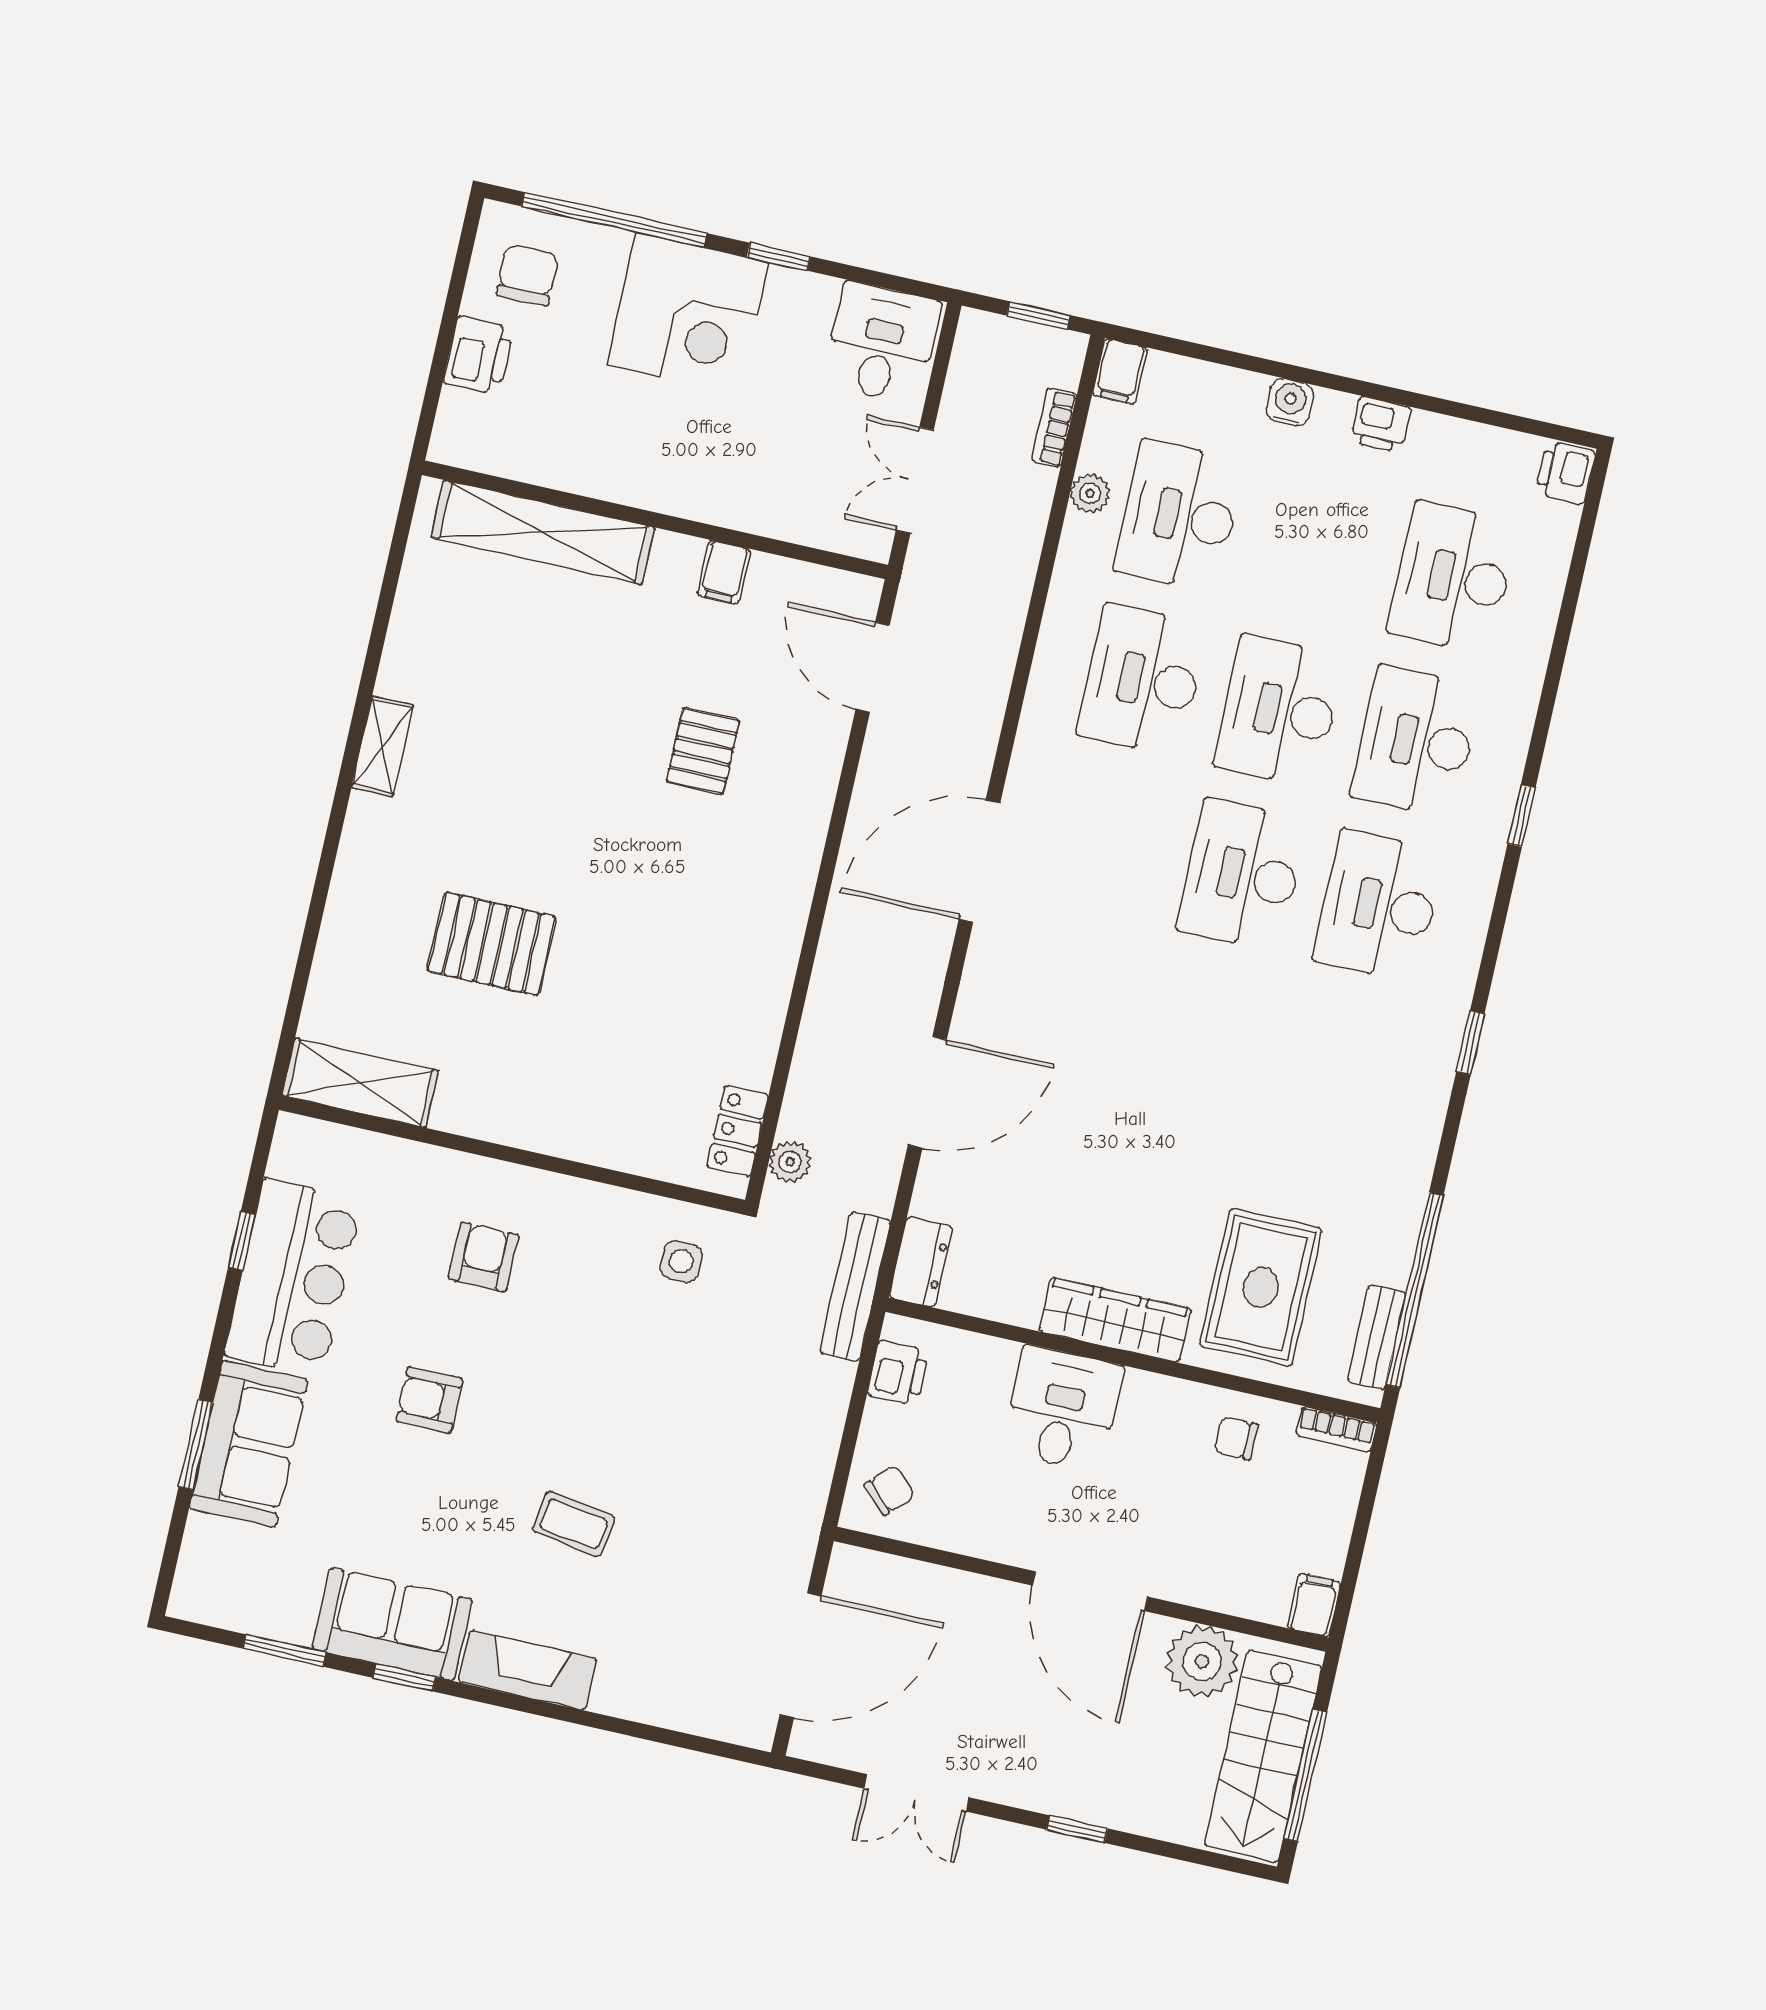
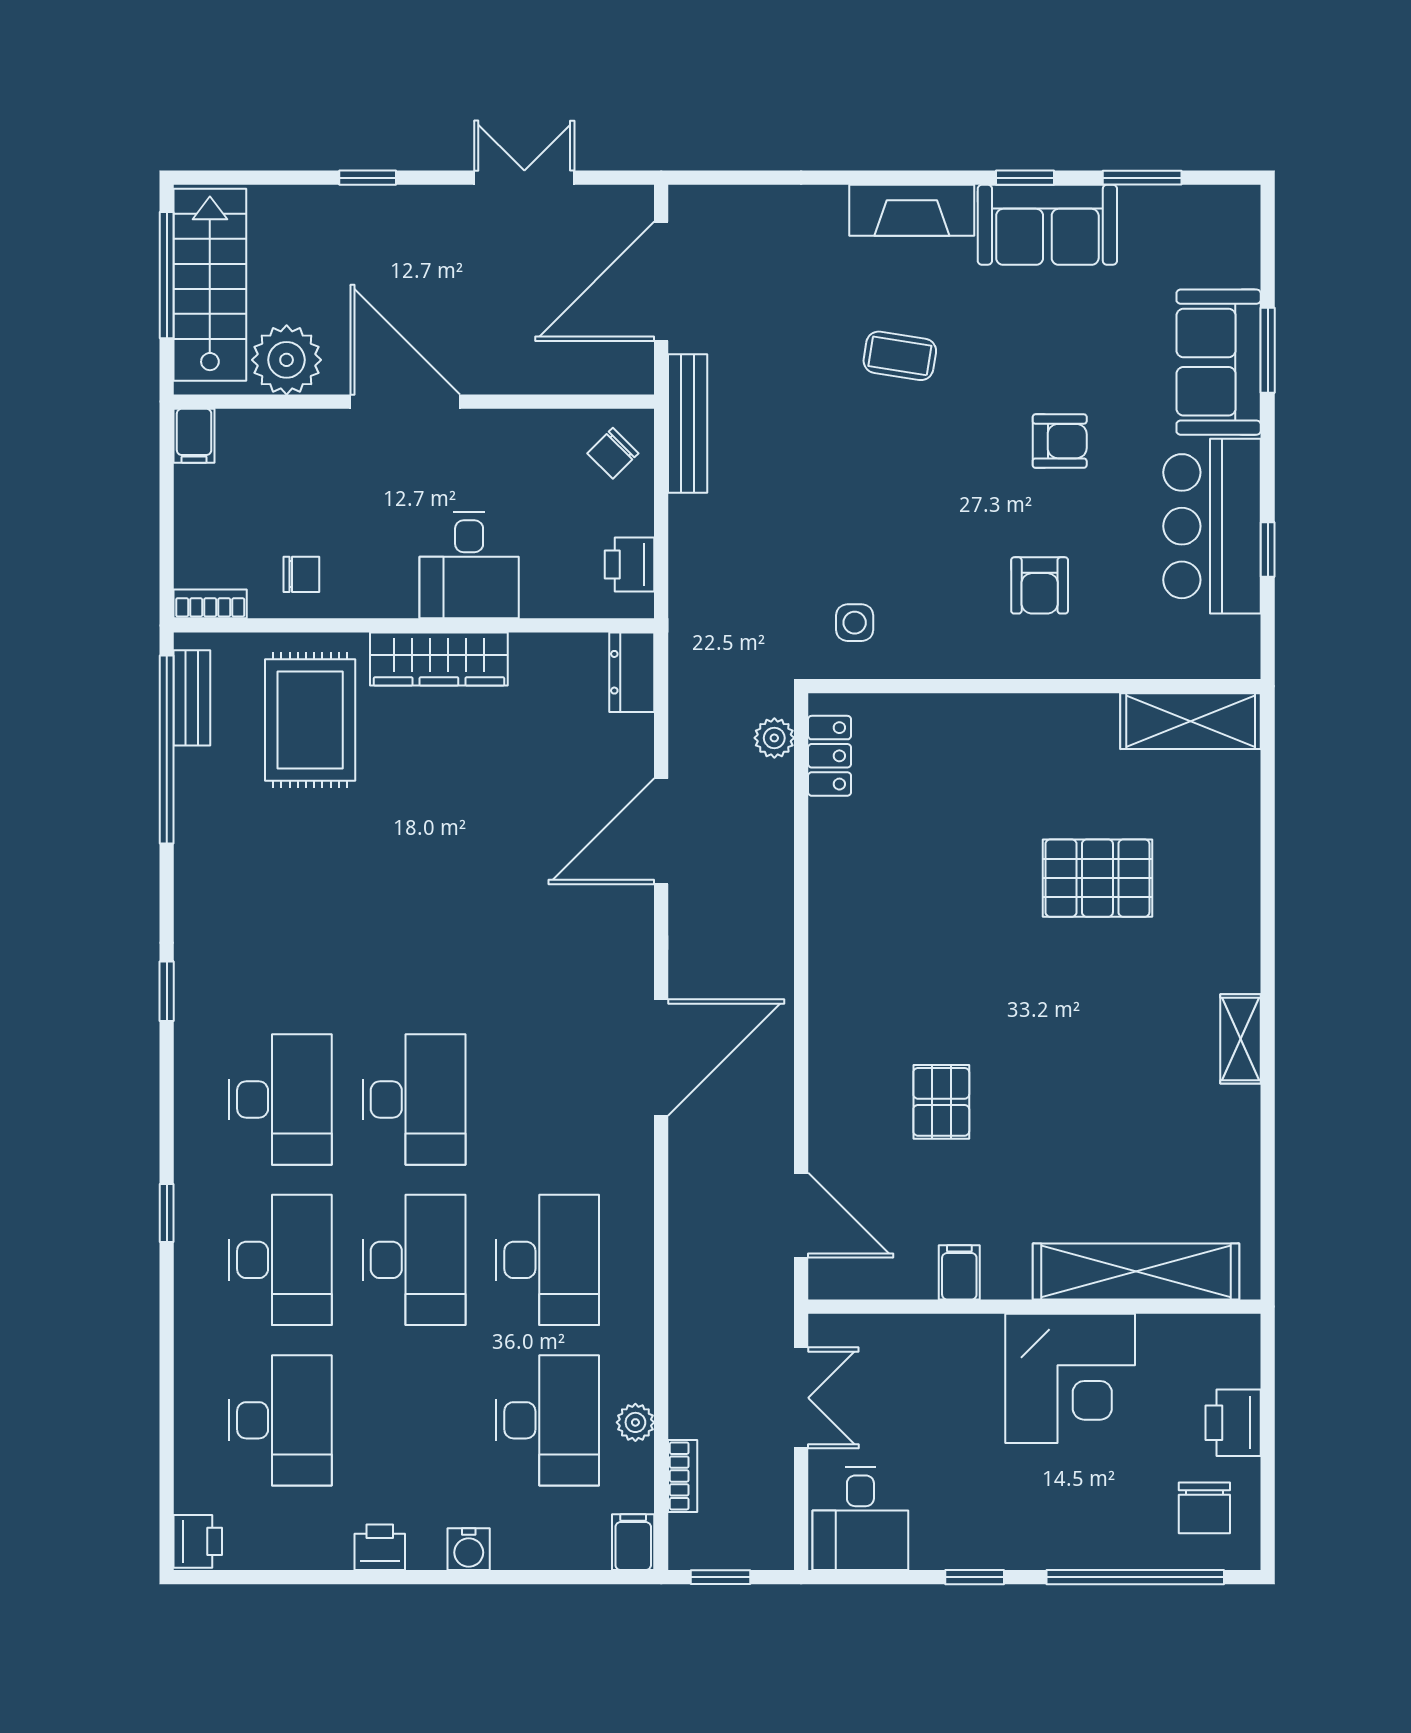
corner desk: (688, 313) -> (1070, 1378), moved, turned 180
bench: (855, 1286) -> (688, 423), moved

